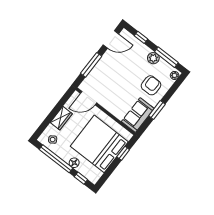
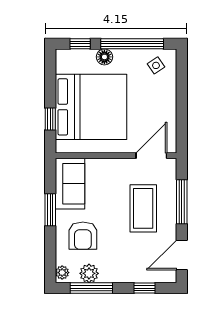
plant: (153, 58) -> (89, 273), moved
coffee table: (112, 76) -> (143, 208), added
wardrobe: (61, 118) -> (167, 102), removed

